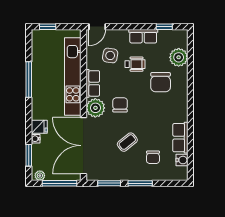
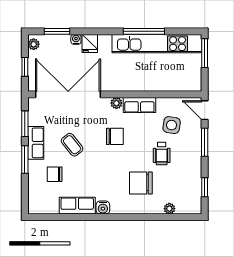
window: (48, 27) -> (205, 53), width x1.50
window: (125, 27) -> (205, 142), added
row of seats: (143, 36) -> (36, 143), moved, turned 180
plant: (179, 57) -> (169, 209), width x0.53, depth x0.53
kitchen unit: (73, 76) -> (157, 44), moved, turned 180
plant: (95, 108) -> (116, 103), width x0.53, depth x0.53
water cooler: (182, 160) -> (103, 208), moved
window: (60, 183) -> (25, 67), width x0.46

